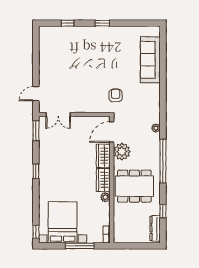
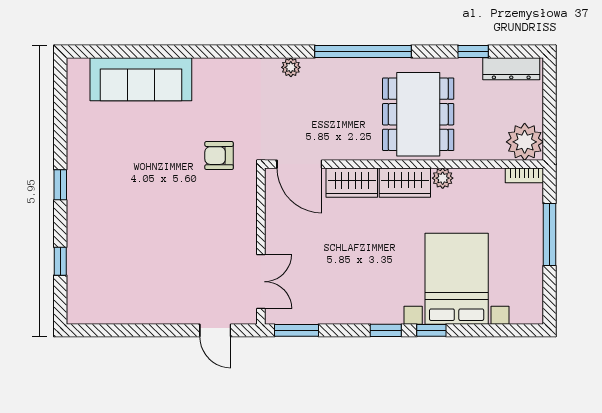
plant: (122, 152) -> (525, 142), moved
bed with nightstands: (63, 222) -> (457, 279), moved, turned 90
window: (36, 232) -> (431, 330), moved

